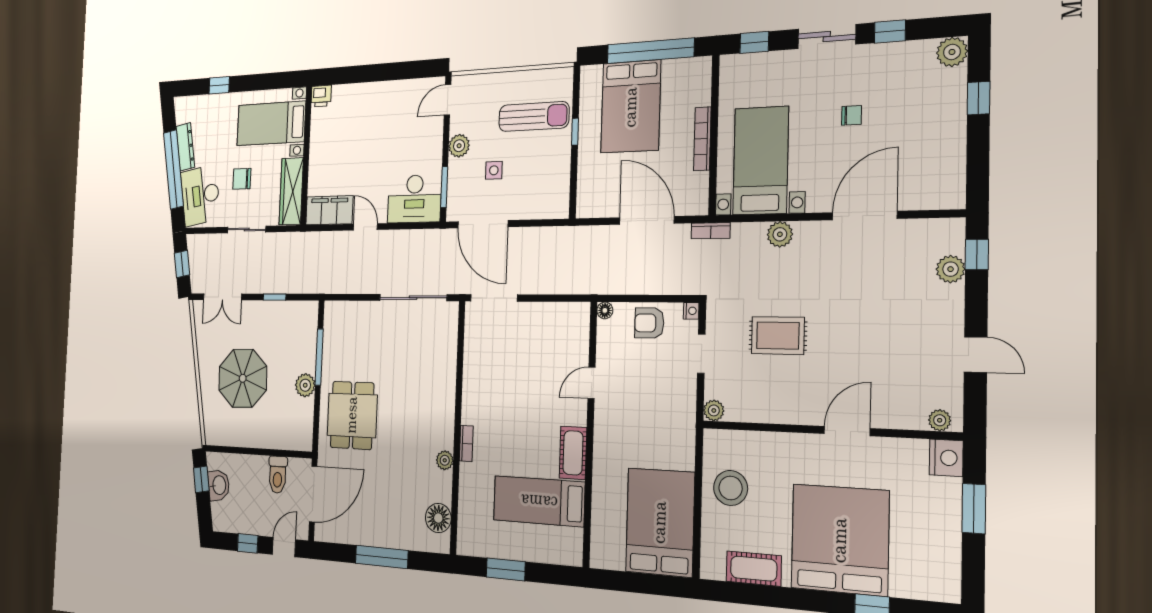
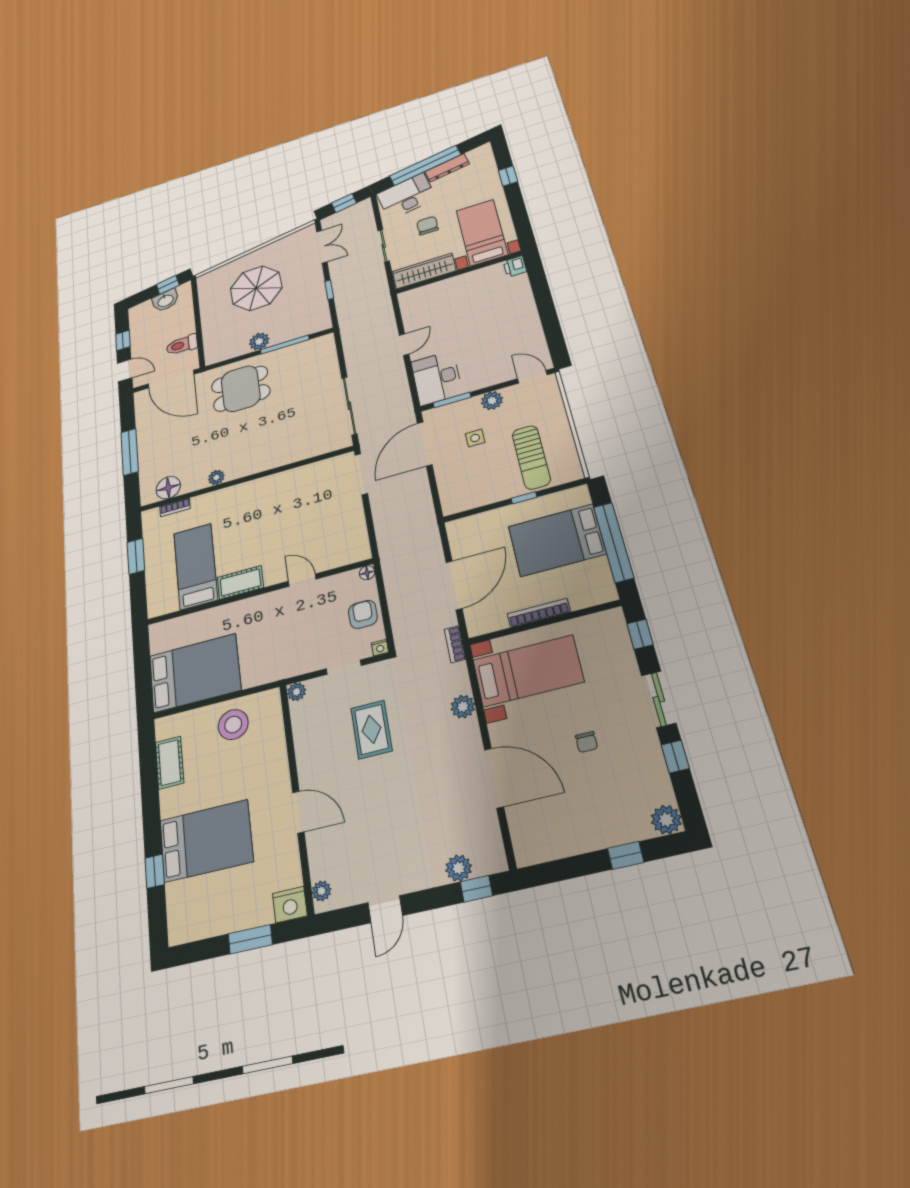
filing cabinet: (329, 210) -> (413, 309), removed
double door: (222, 297) -> (322, 247), swing flipped
bookcase: (466, 443) -> (175, 507), moved
bed: (840, 540) -> (206, 841), width x0.73

